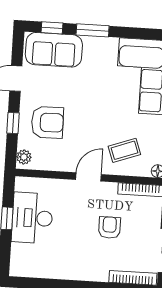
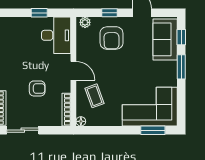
desk: (32, 218) -> (56, 35), moved, turned 90

